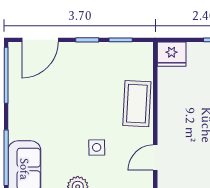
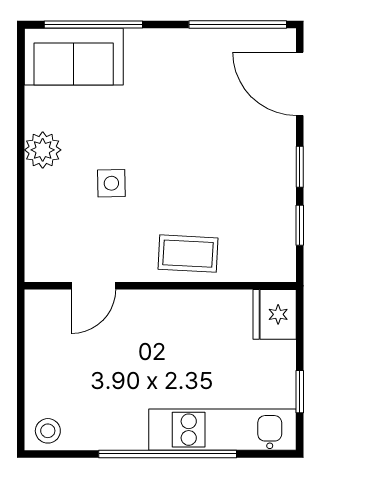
coffee table: (137, 104) -> (188, 254), width x0.73, depth x0.77
door: (155, 158) -> (94, 286), swing flipped

